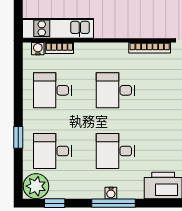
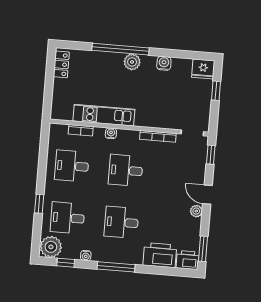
kitchen unit: (58, 28) -> (104, 115), moved
water cooler: (38, 49) -> (111, 133), moved
water cooler: (111, 193) -> (86, 256), moved

